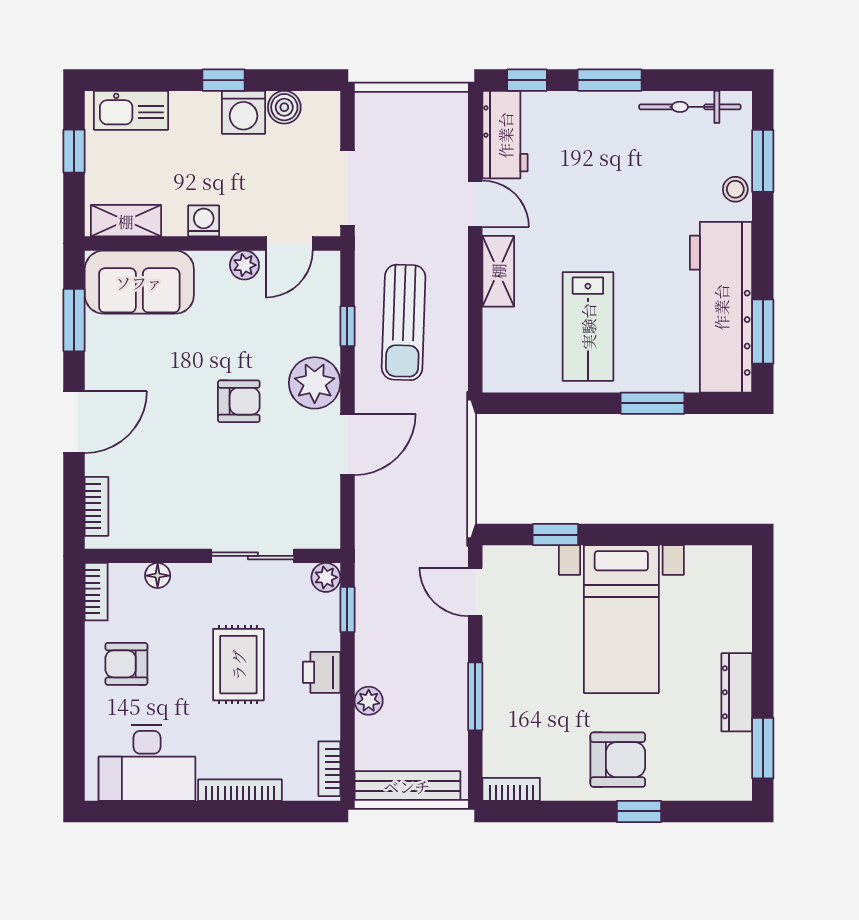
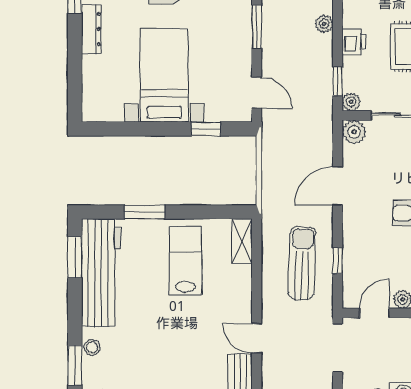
shelving: (498, 271) -> (242, 241), moved
plant: (315, 383) -> (354, 132), moved, width x0.73, depth x0.73

